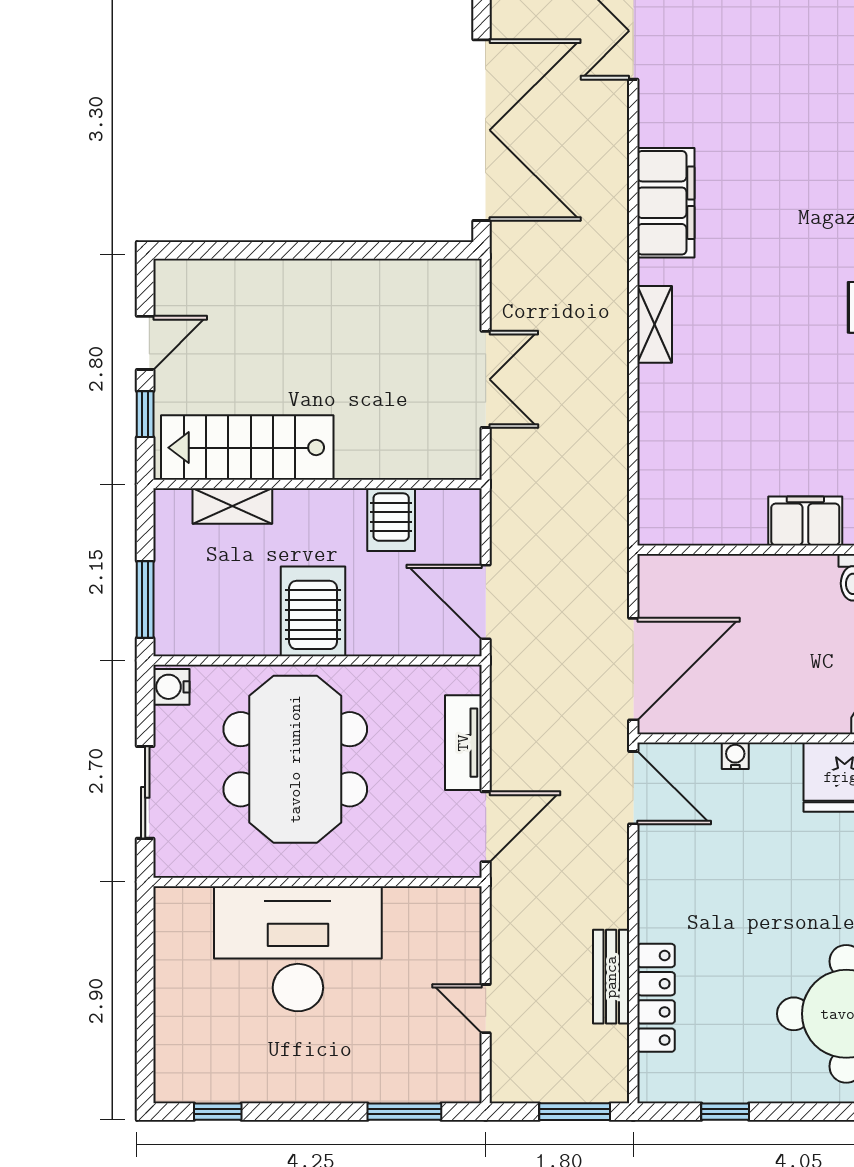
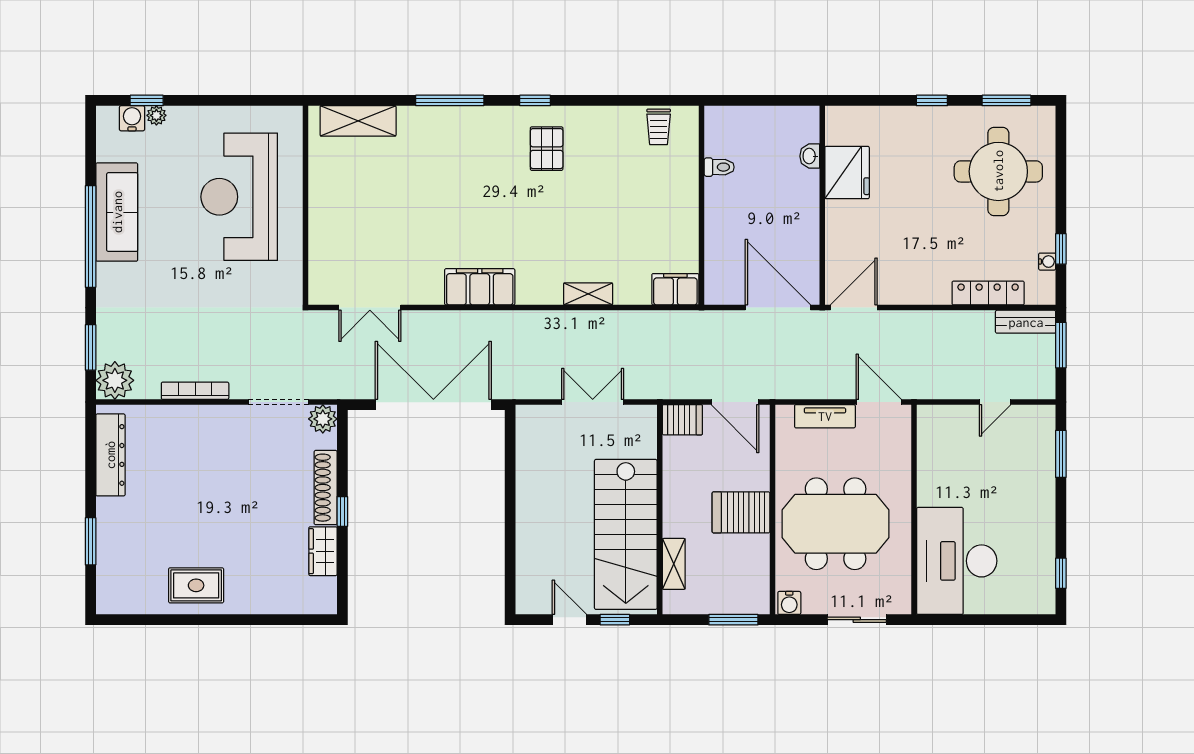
shelving: (655, 324) -> (588, 294), moved
stairs: (247, 448) -> (626, 534), width x1.36, depth x1.51
server rack: (391, 520) -> (682, 420), moved
filing cabinet: (805, 521) -> (675, 289), moved, turned 90
door: (486, 602) -> (735, 402), hinge flipped
water cooler: (735, 756) -> (1047, 262), moved, turned 180
desk: (298, 949) -> (957, 561), moved
bench: (611, 977) -> (1026, 322), moved

